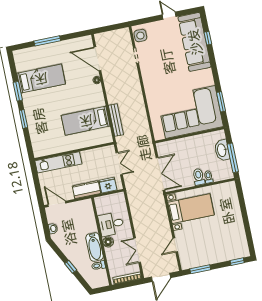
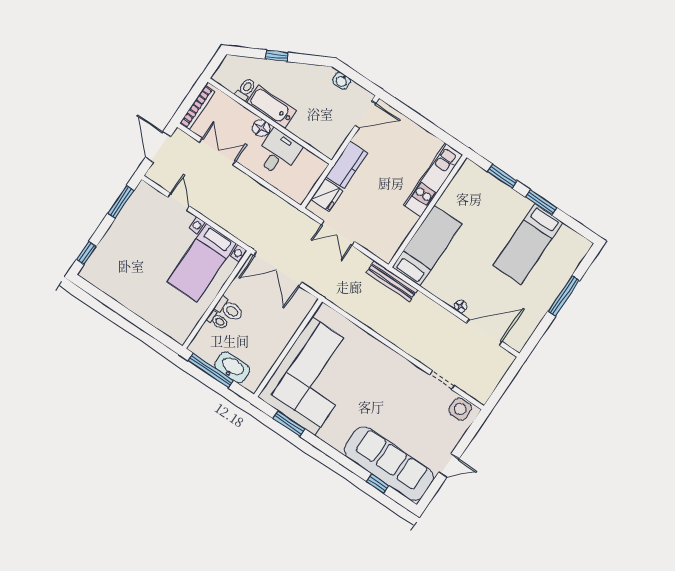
wall: (74, 151) -> (427, 211), moved
kitchen unit: (58, 162) -> (433, 180), moved

